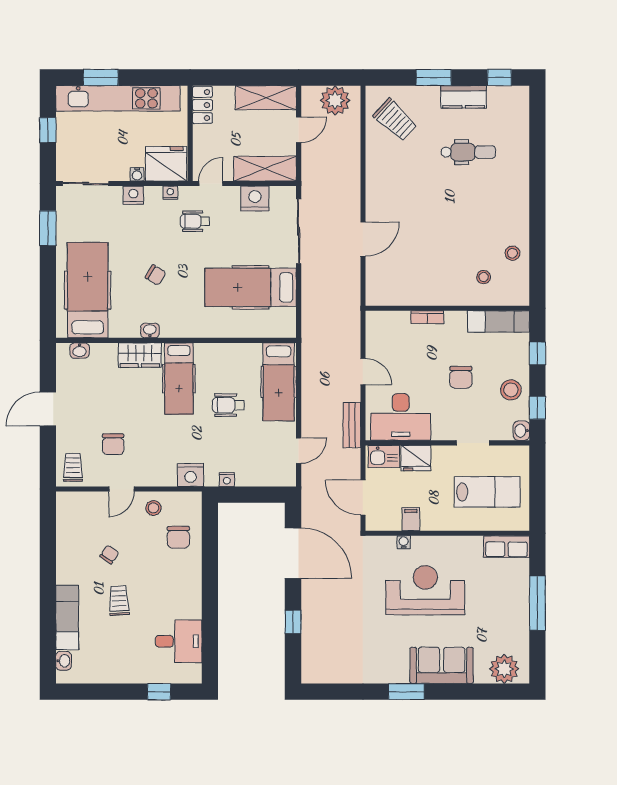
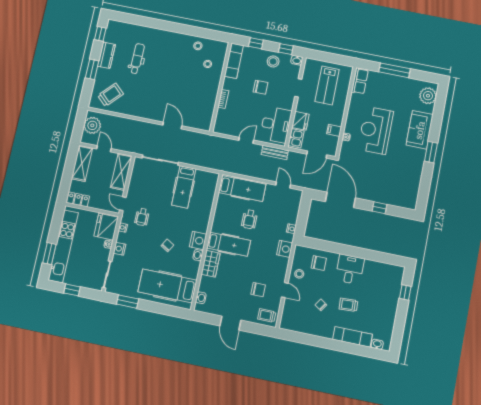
nightstand: (255, 199) -> (198, 240), moved, turned 180
hospital bed: (251, 287) -> (184, 187), width x0.73, depth x0.77
lab bench: (487, 492) -> (327, 85), turned 180
door: (293, 553) -> (340, 200), hinge flipped
desk: (179, 641) -> (350, 269), moved

